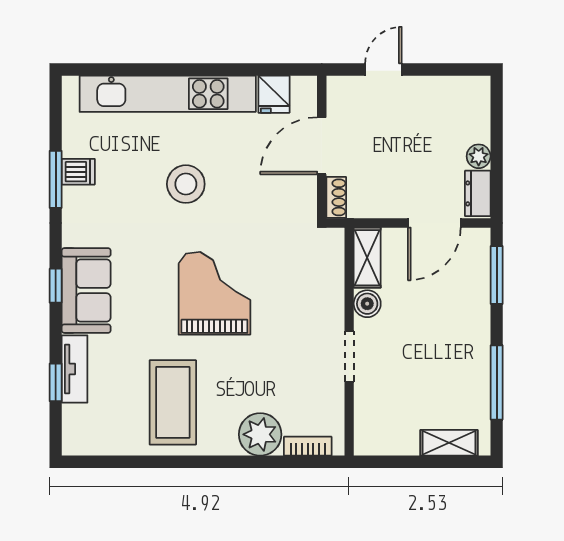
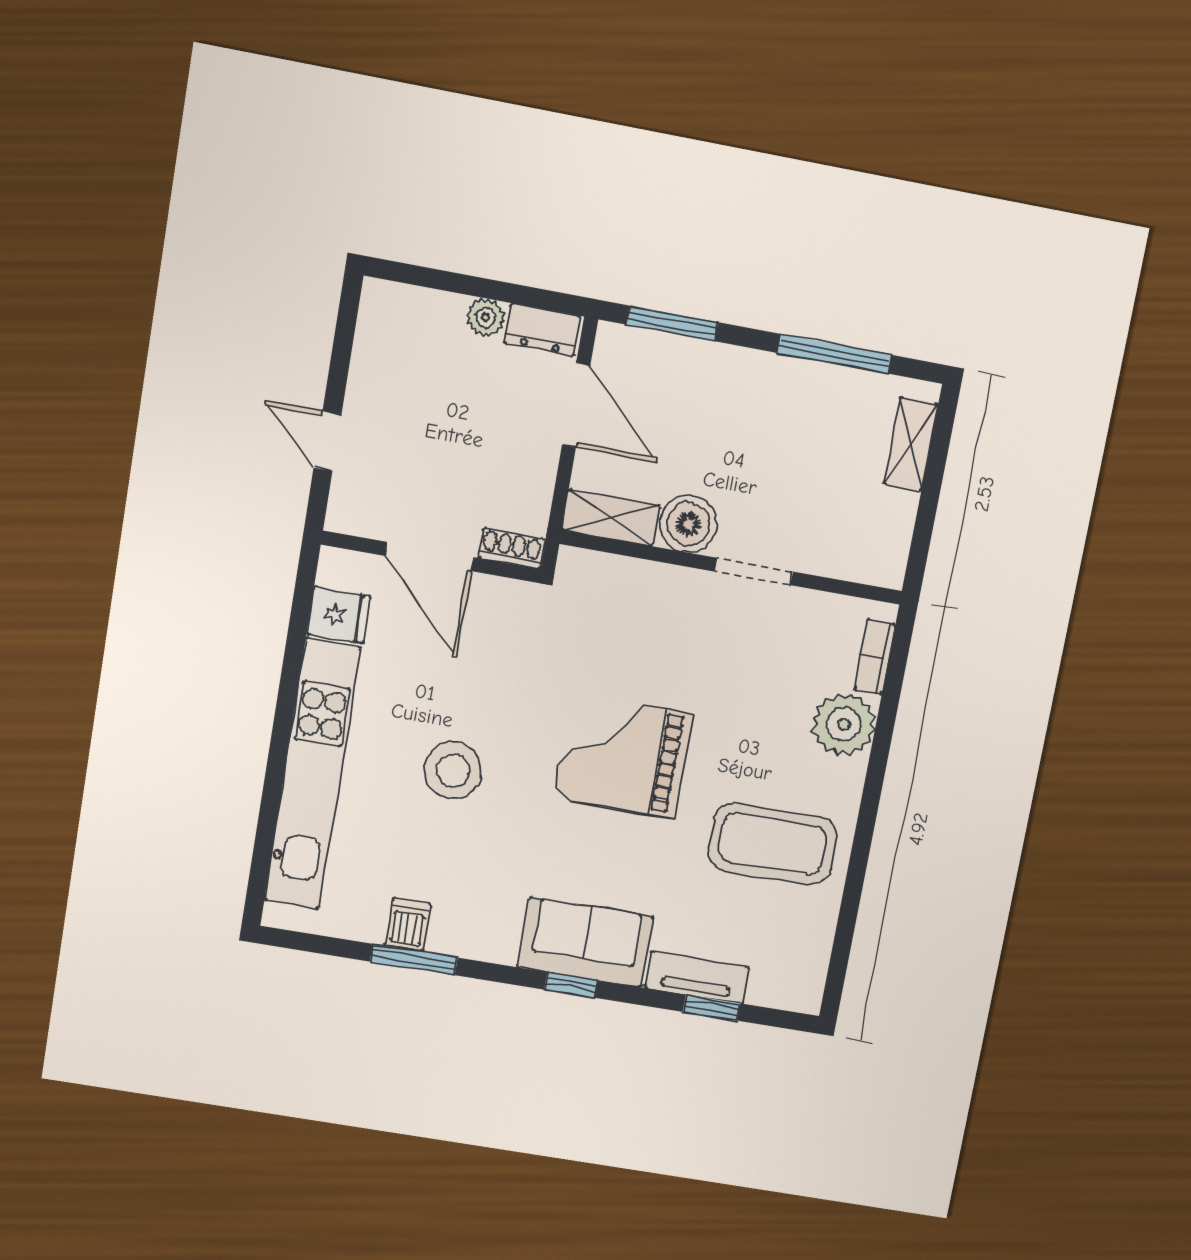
boiler: (367, 304) -> (689, 524), width x1.36, depth x1.36

